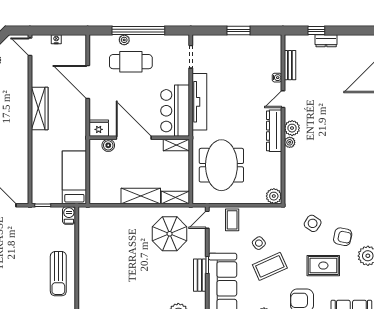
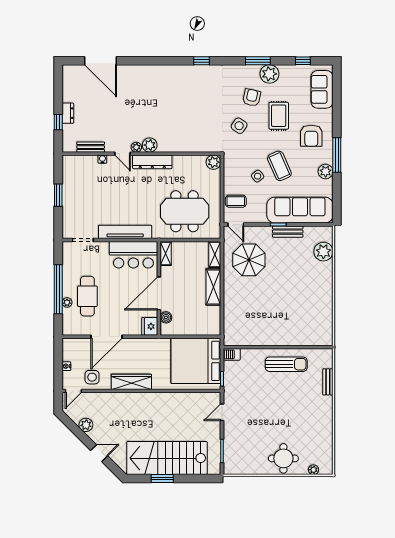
side table: (45, 67) -> (92, 377), added
plant: (290, 142) -> (136, 147), moved
bed: (74, 177) -> (196, 361), width x2.04

